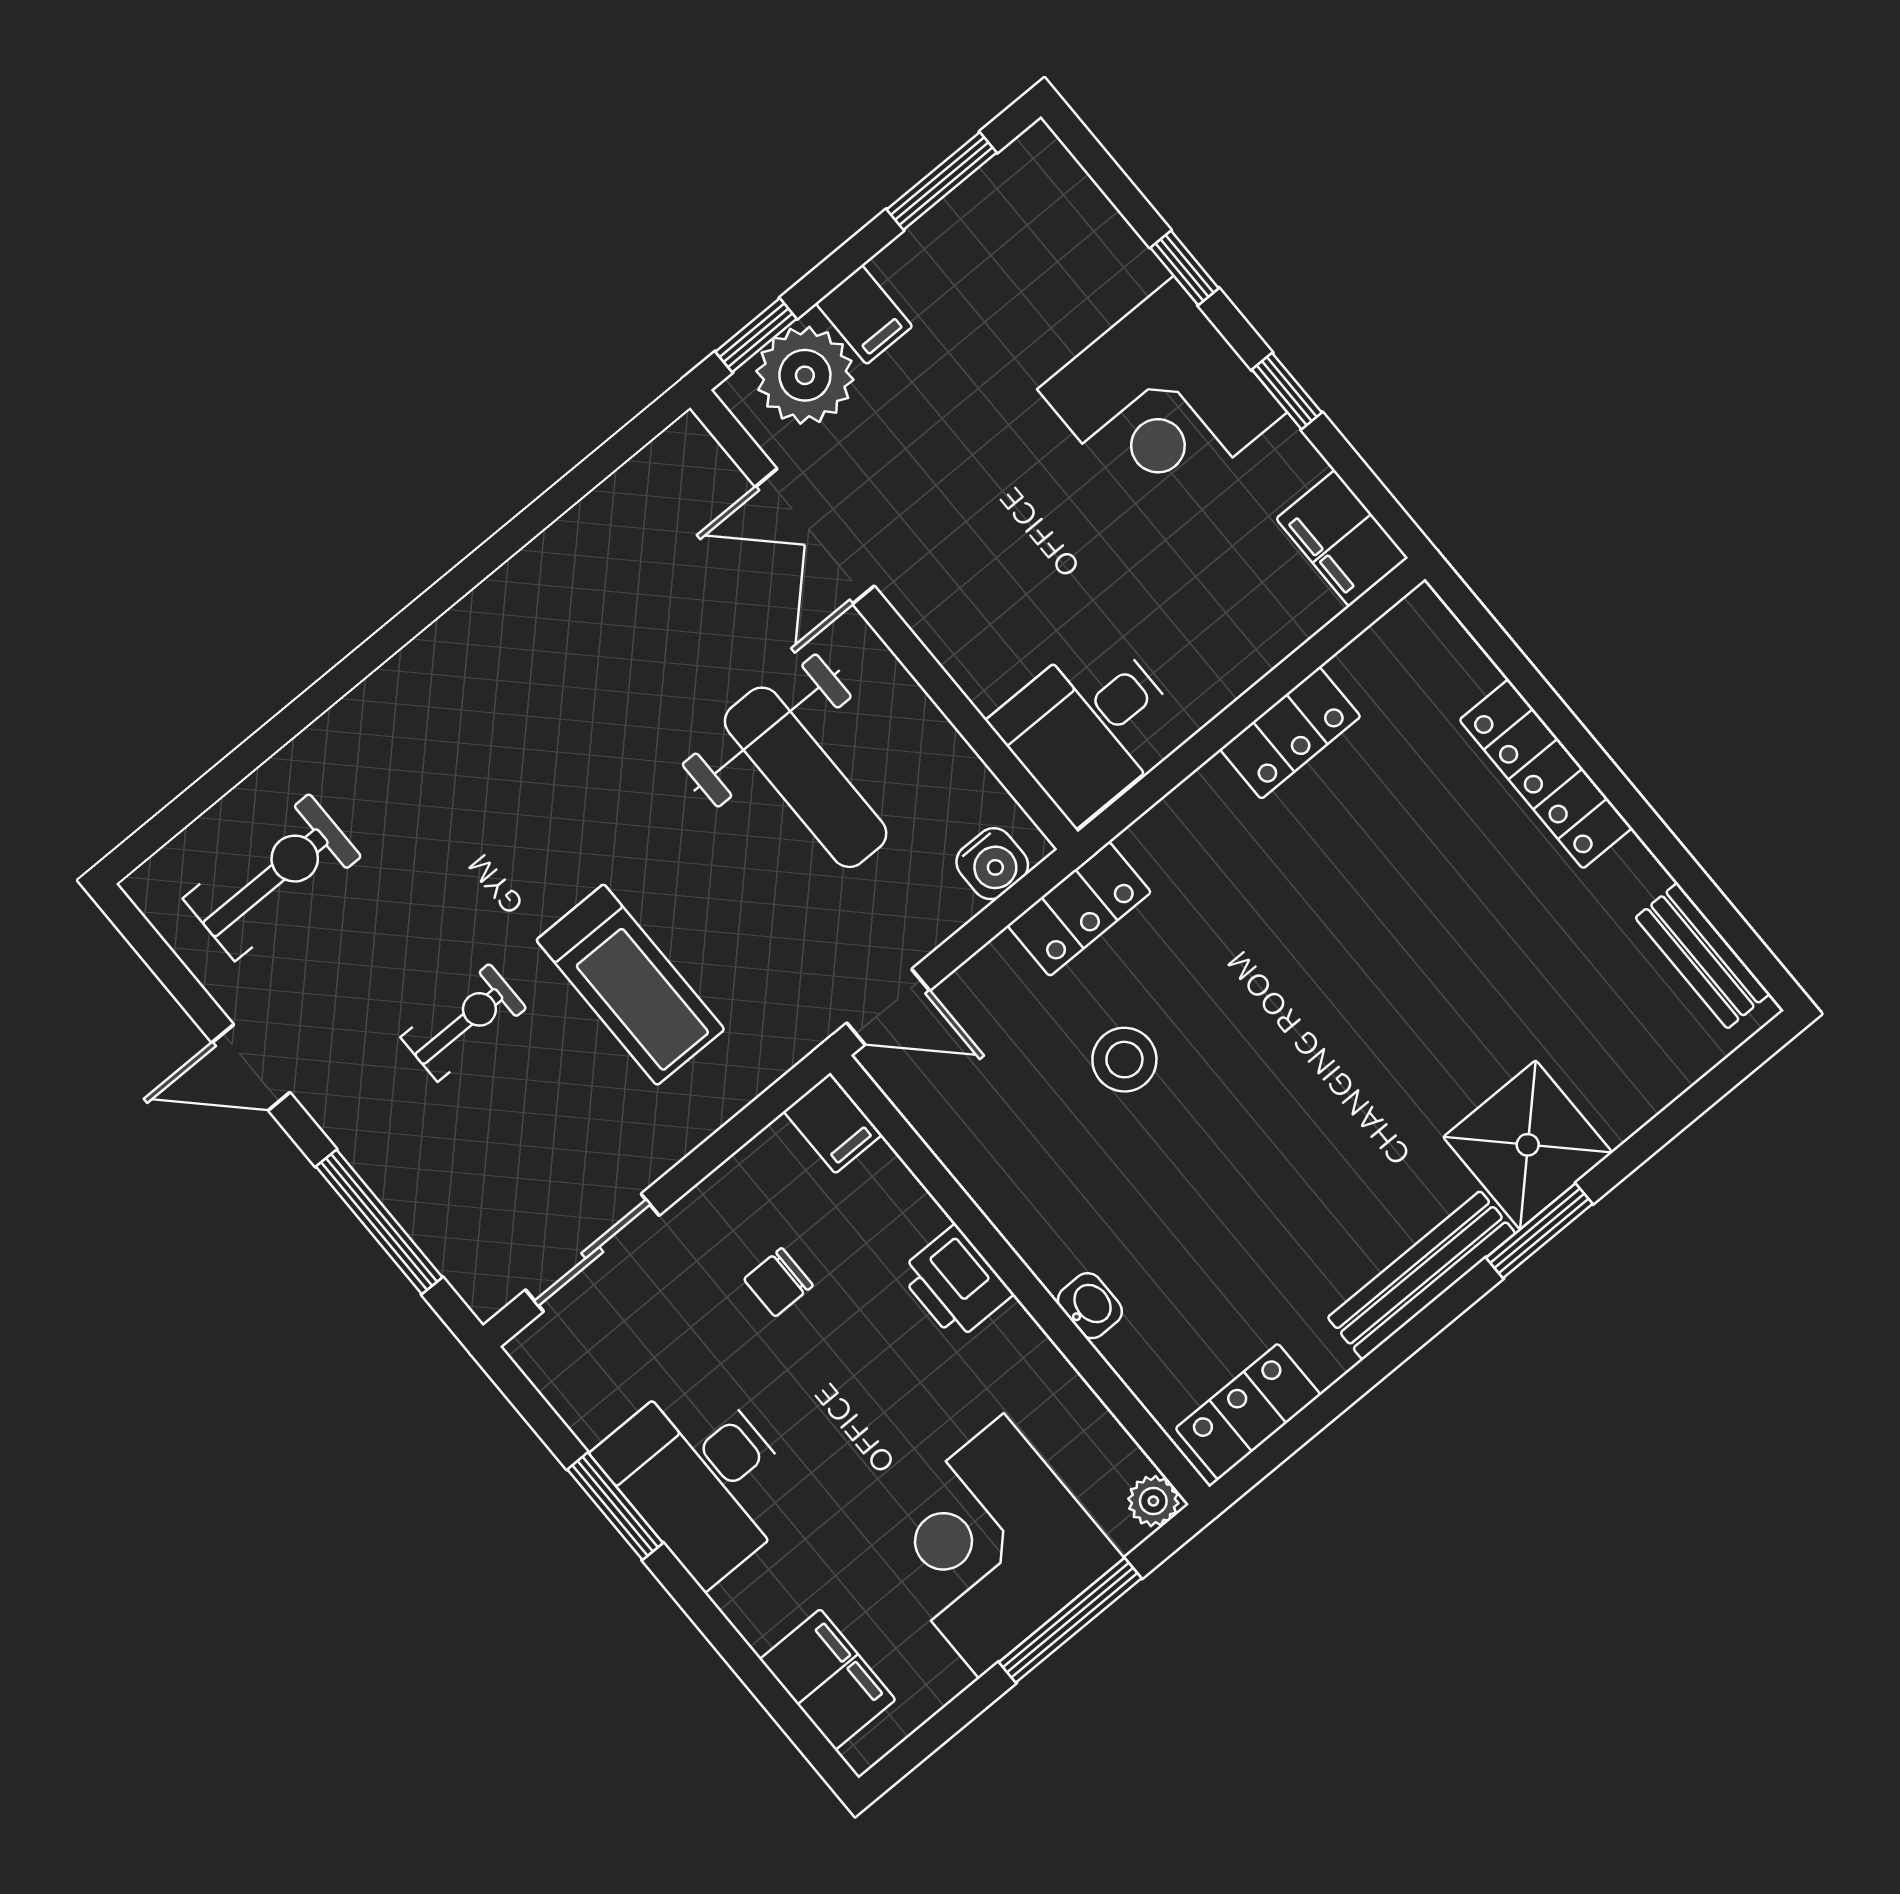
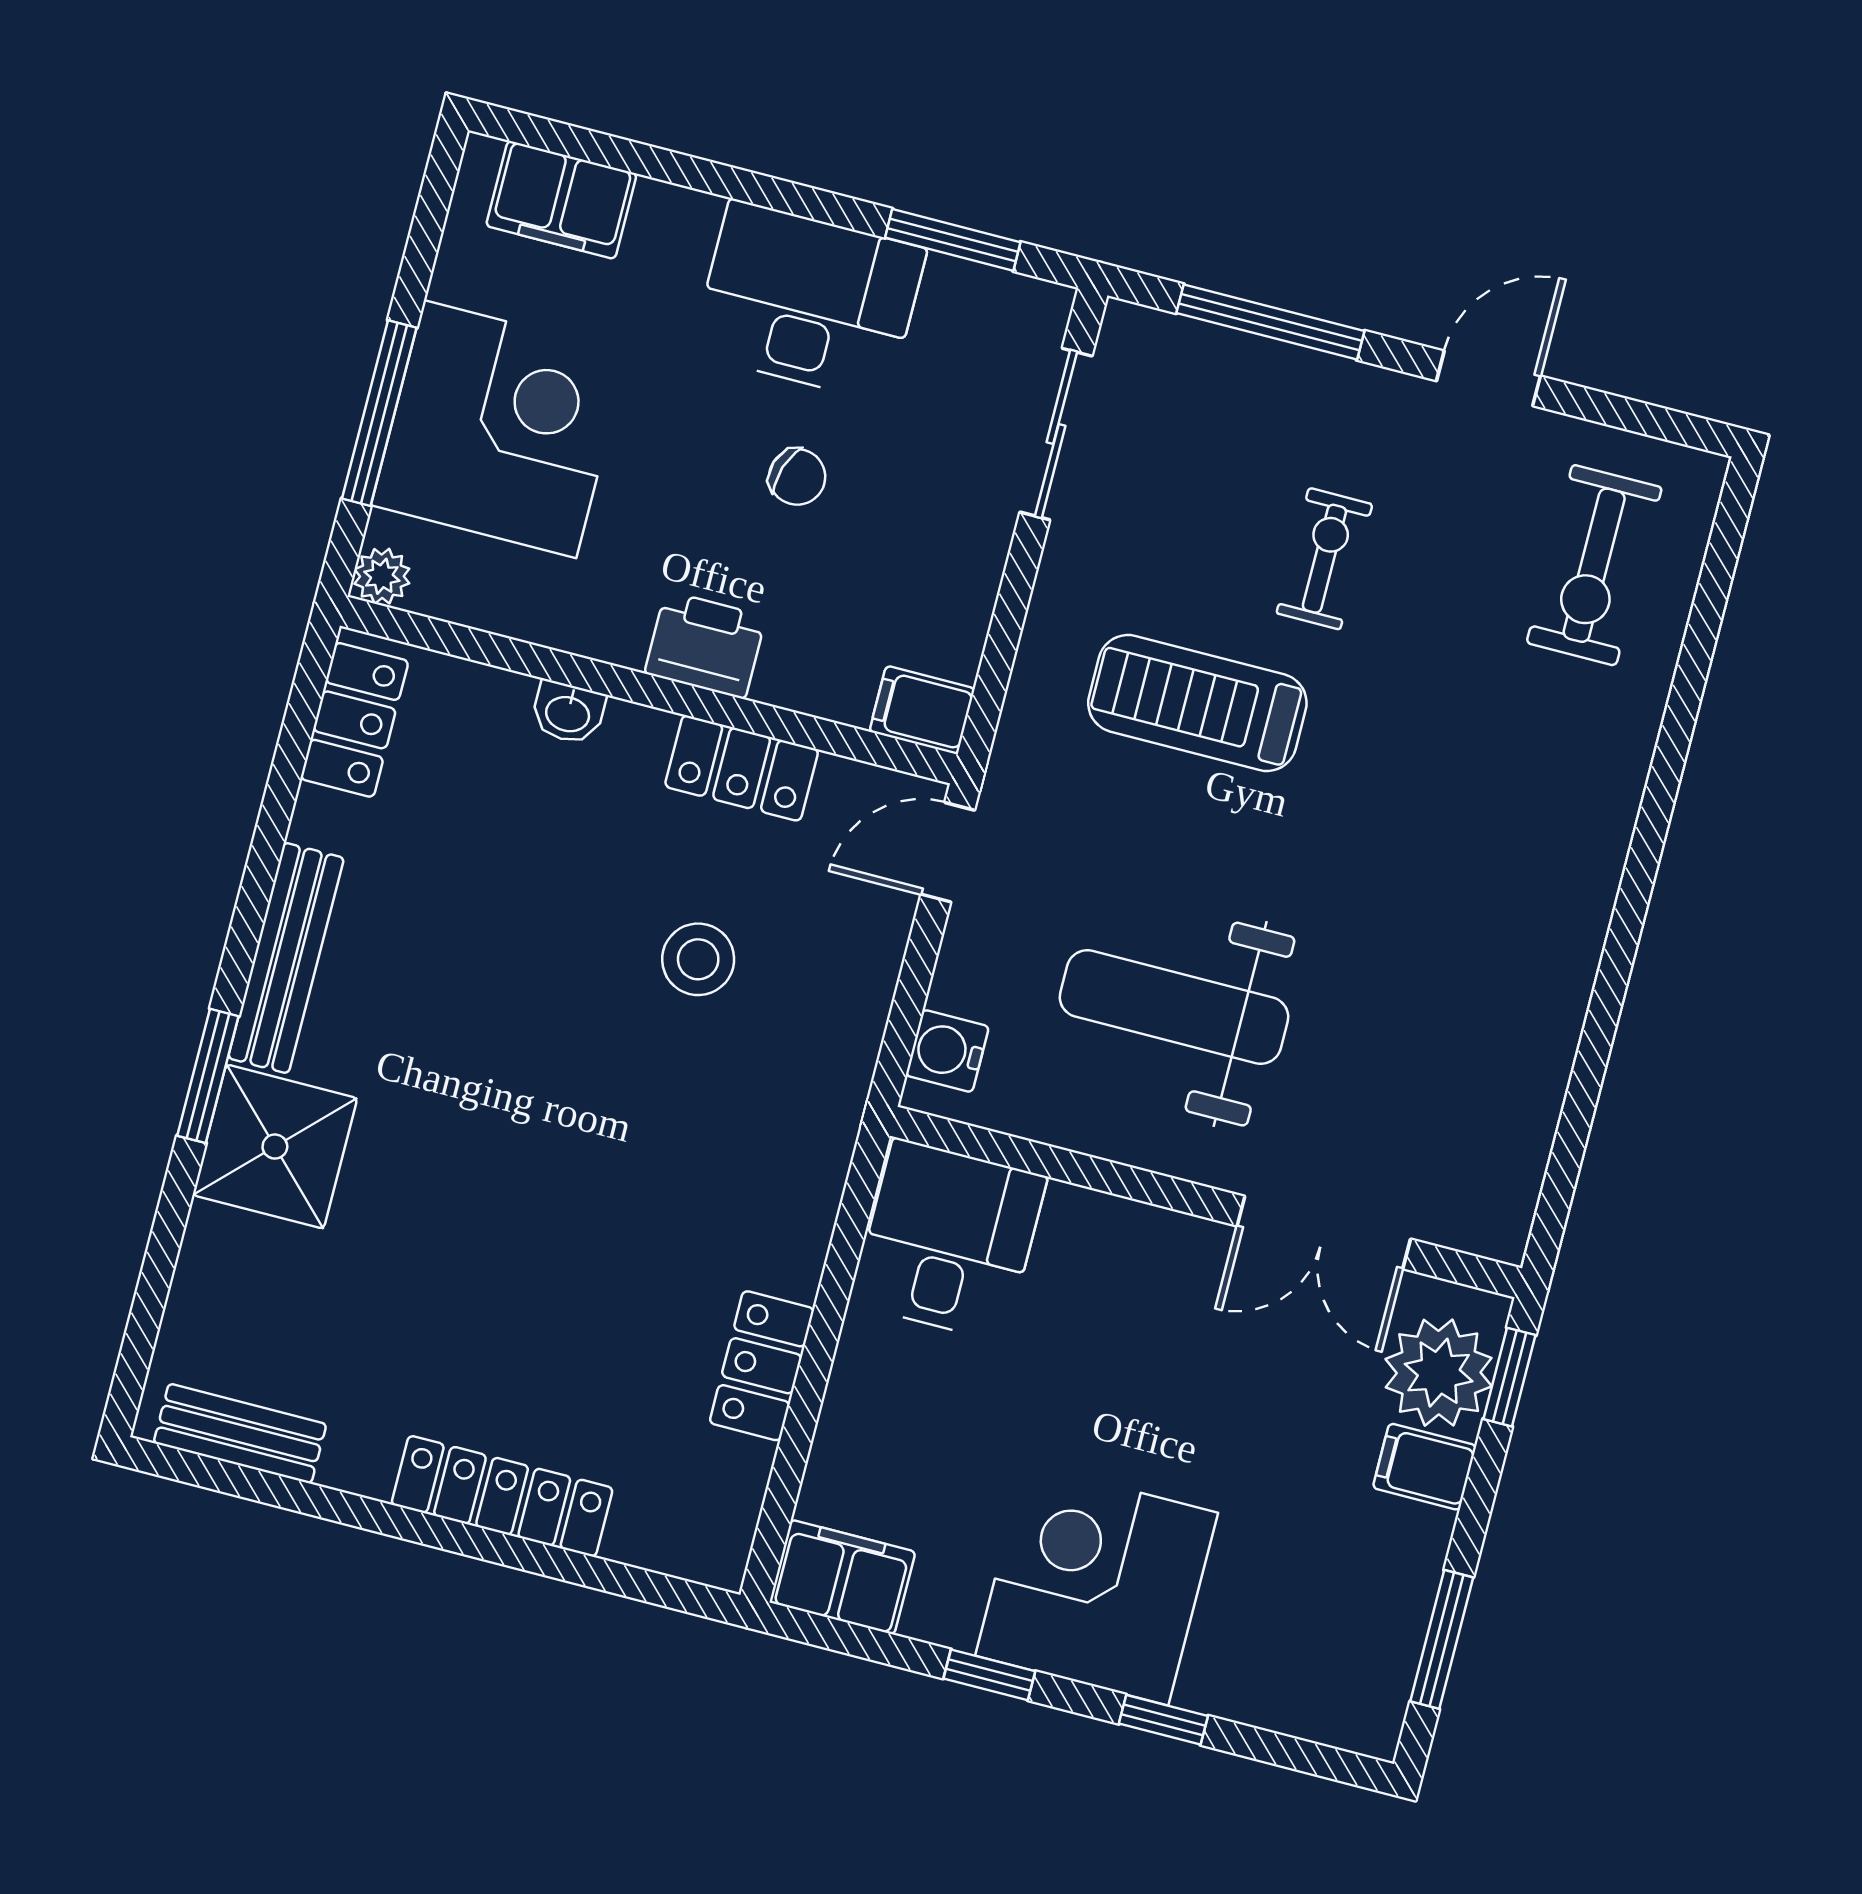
double door: (815, 536) -> (1324, 1232), swing flipped
locker: (1079, 909) -> (742, 768), moved, turned -90
exercise bike: (463, 1023) -> (1324, 559), turned 180
chair: (778, 1282) -> (797, 477), moved, turned 108
window: (615, 1506) -> (953, 240), moved

